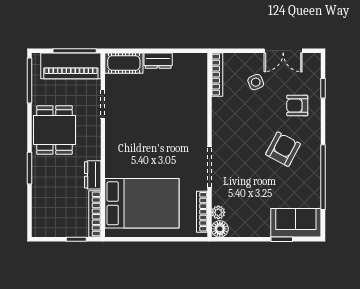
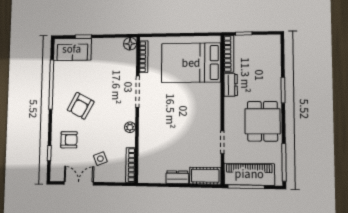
plant: (218, 212) -> (130, 127), moved

